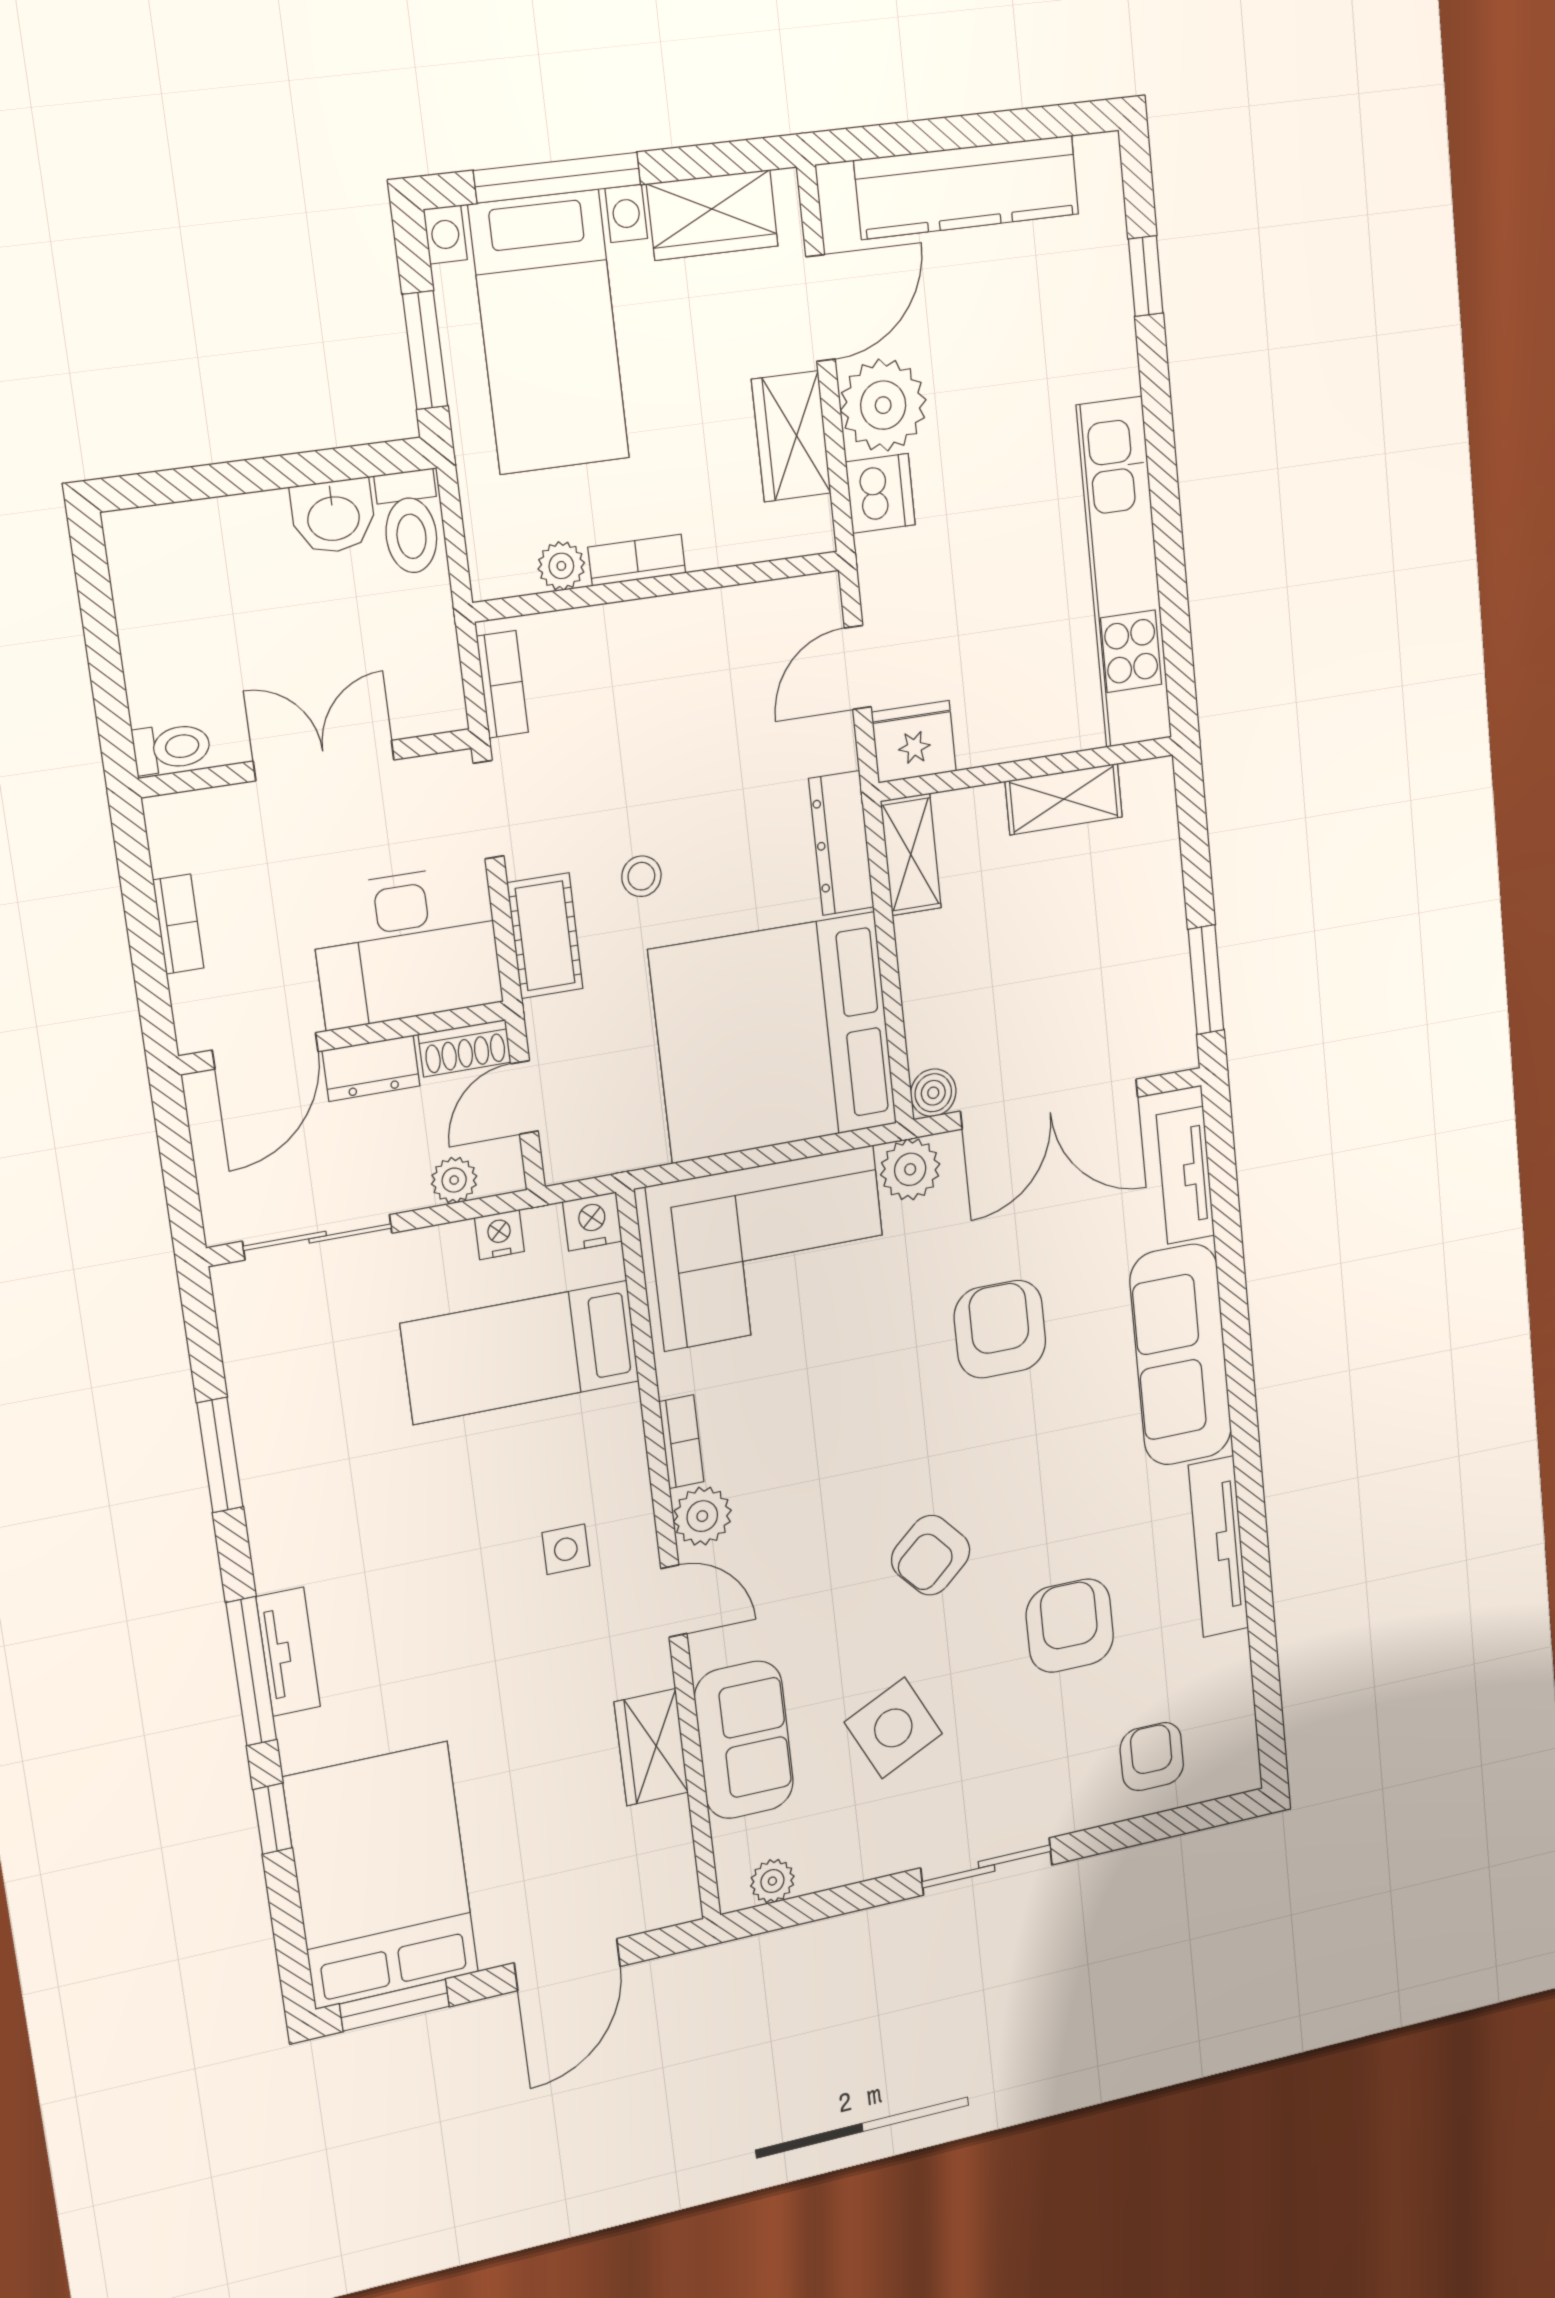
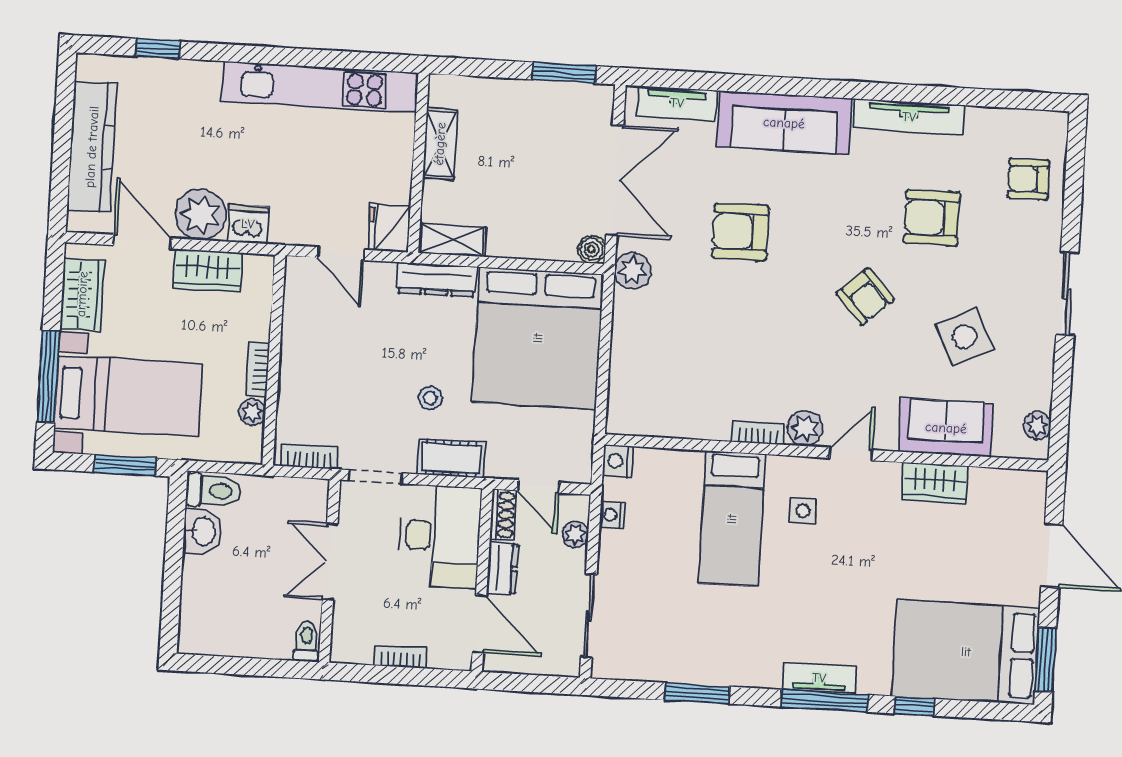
corner sofa: (769, 1248) -> (658, 362), removed
bed: (520, 1352) -> (732, 519), moved

